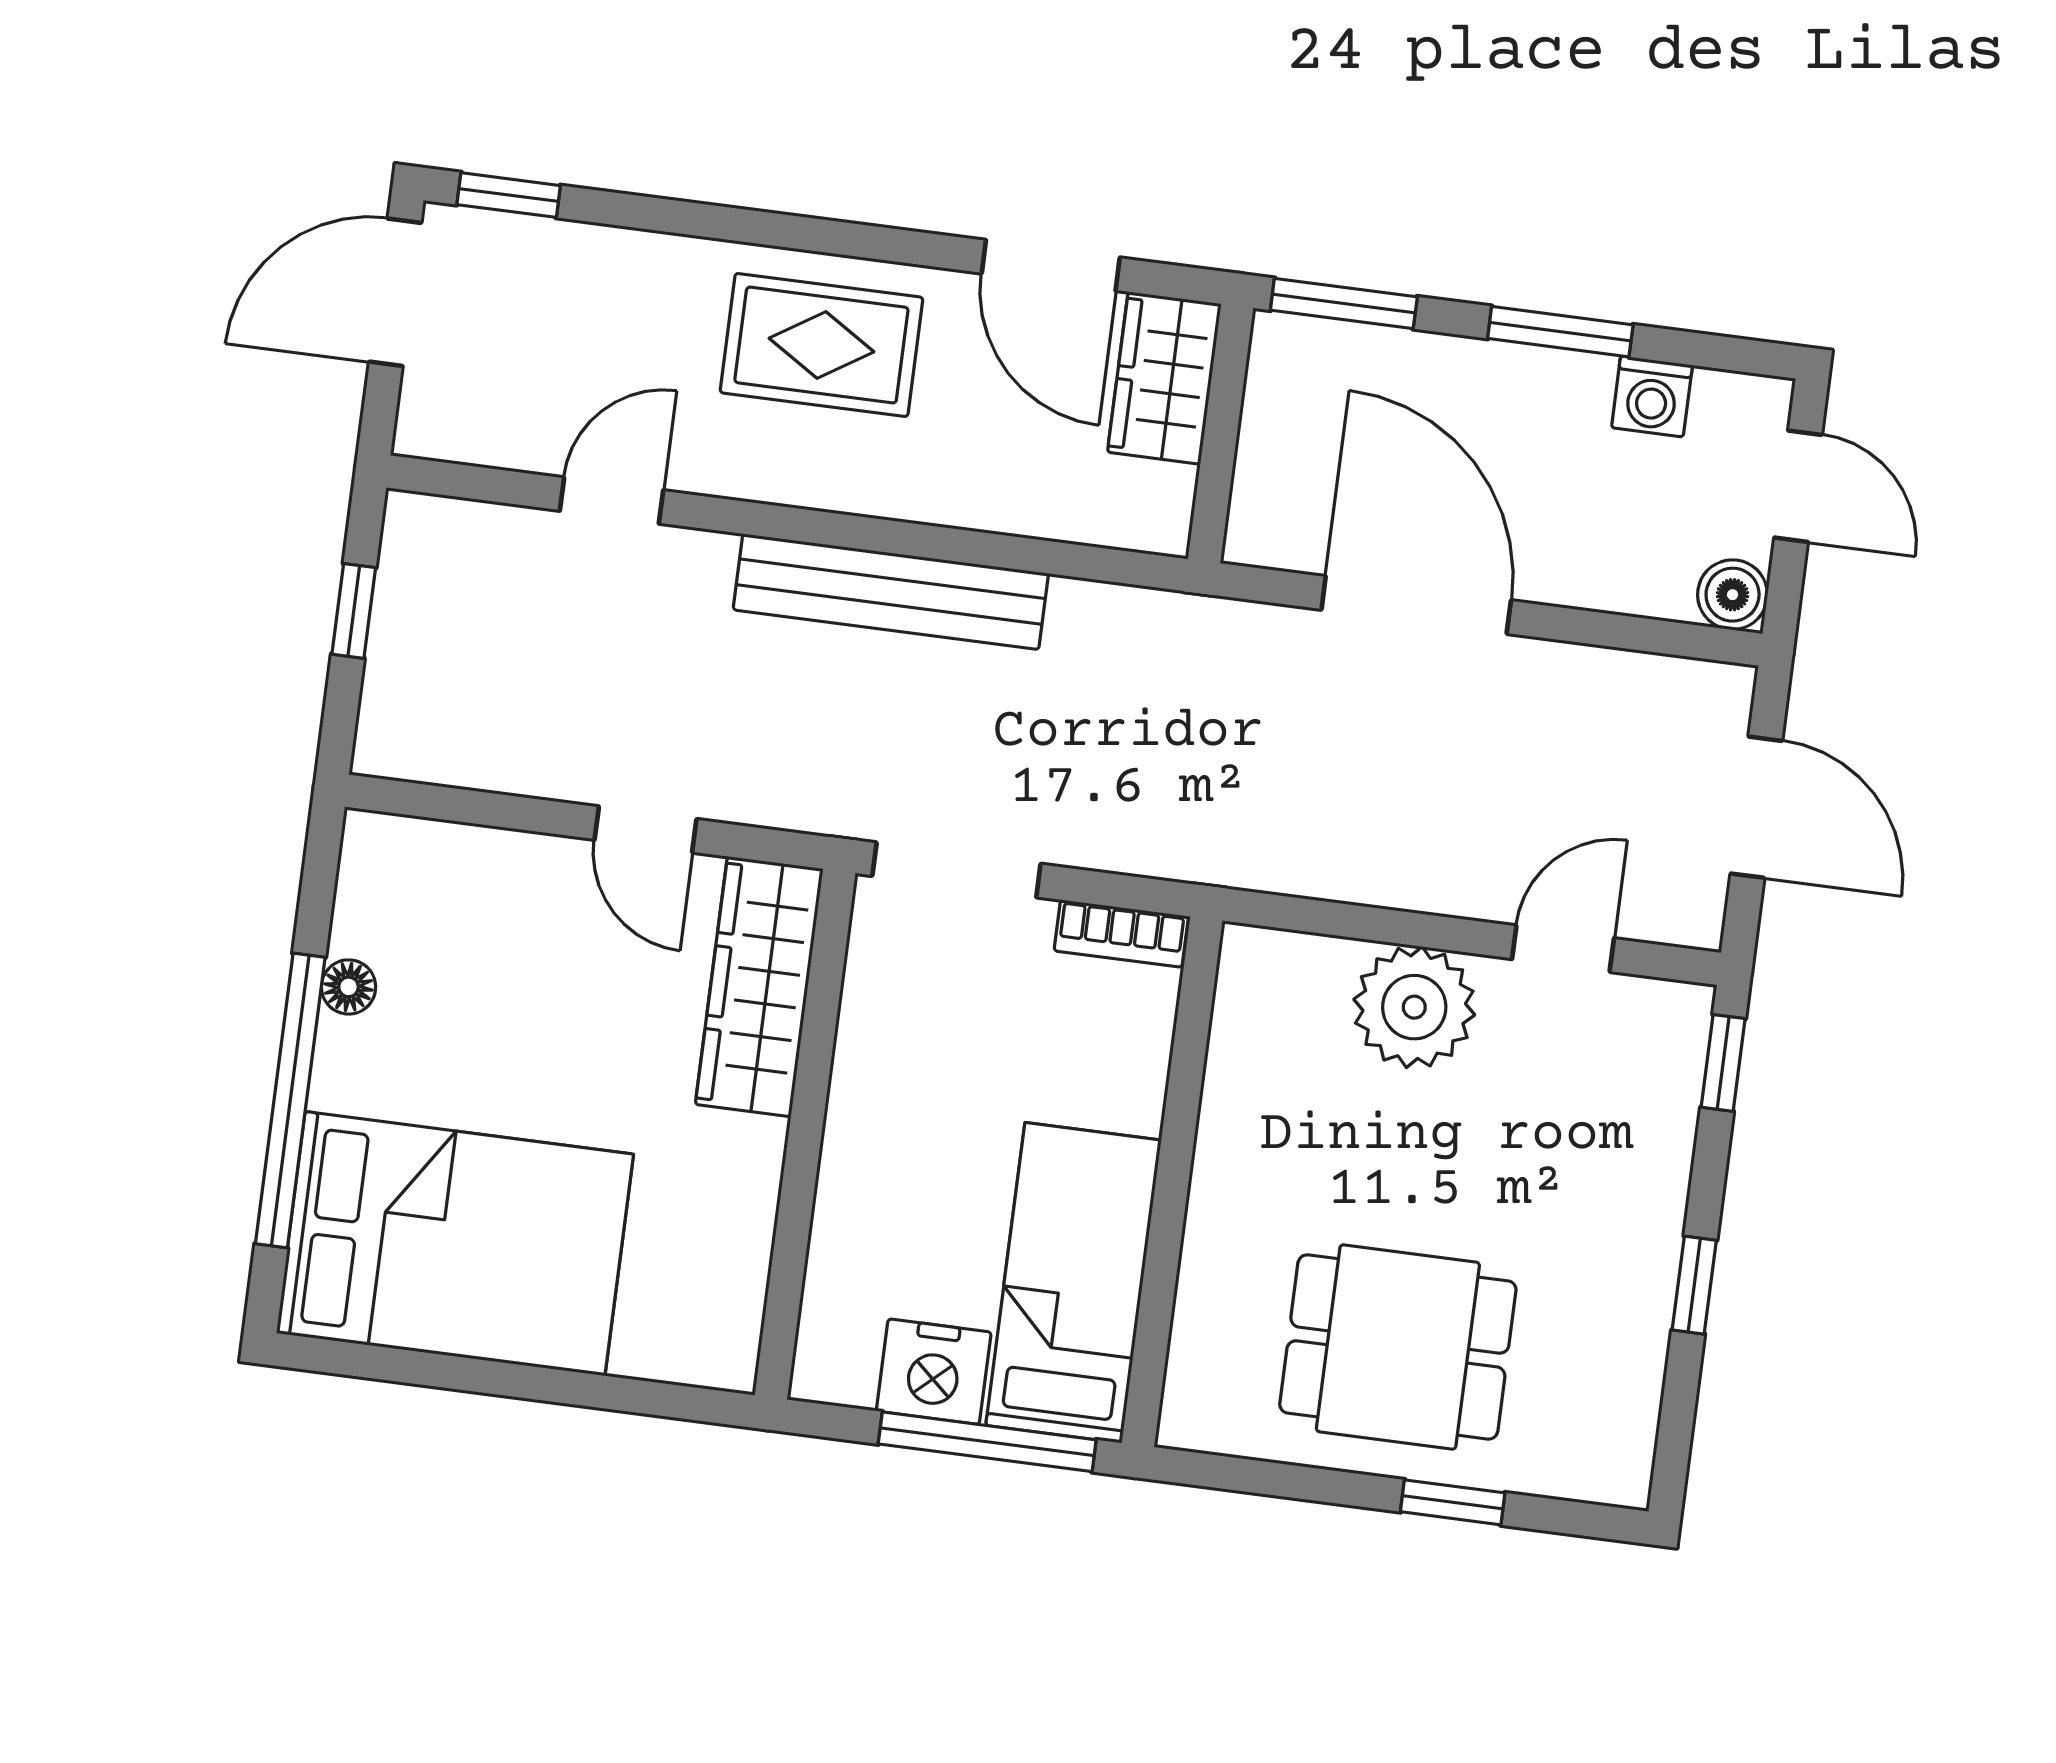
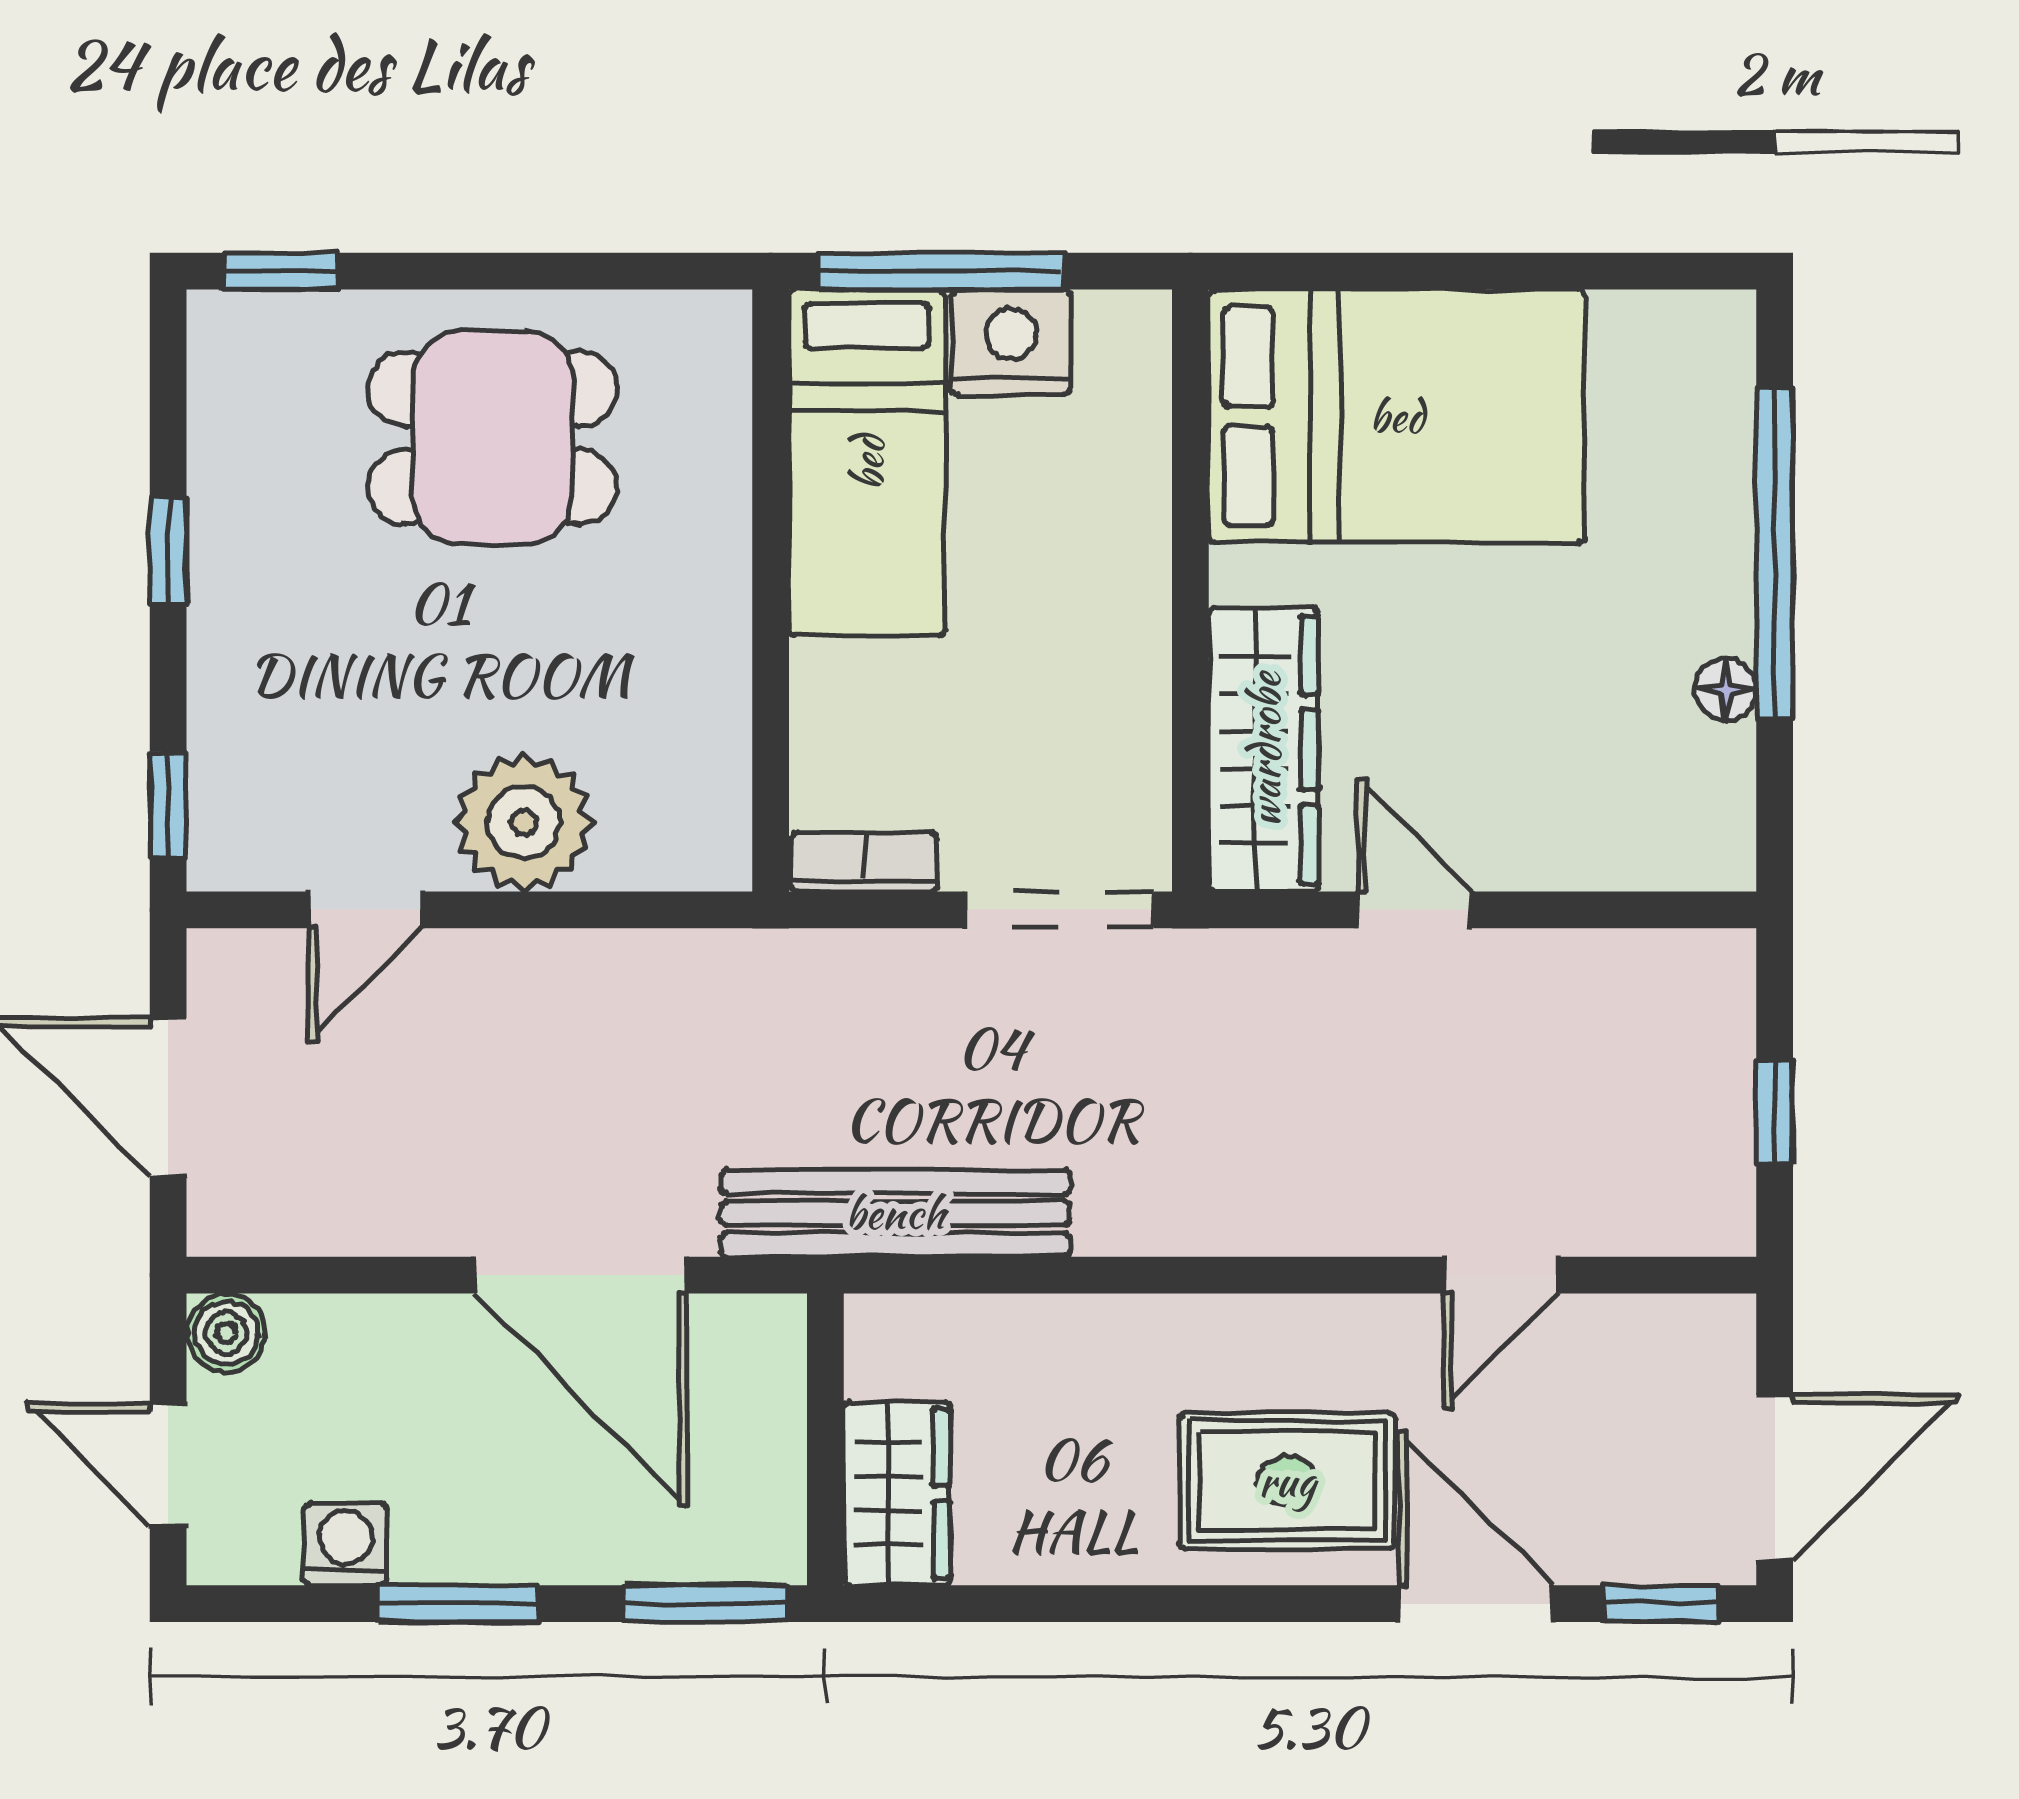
door: (1051, 265) -> (1476, 1604), moved
bench: (891, 592) -> (895, 1213), moved
bed: (455, 1244) -> (1397, 416), moved, turned 180
window: (1453, 1502) -> (281, 271), moved

